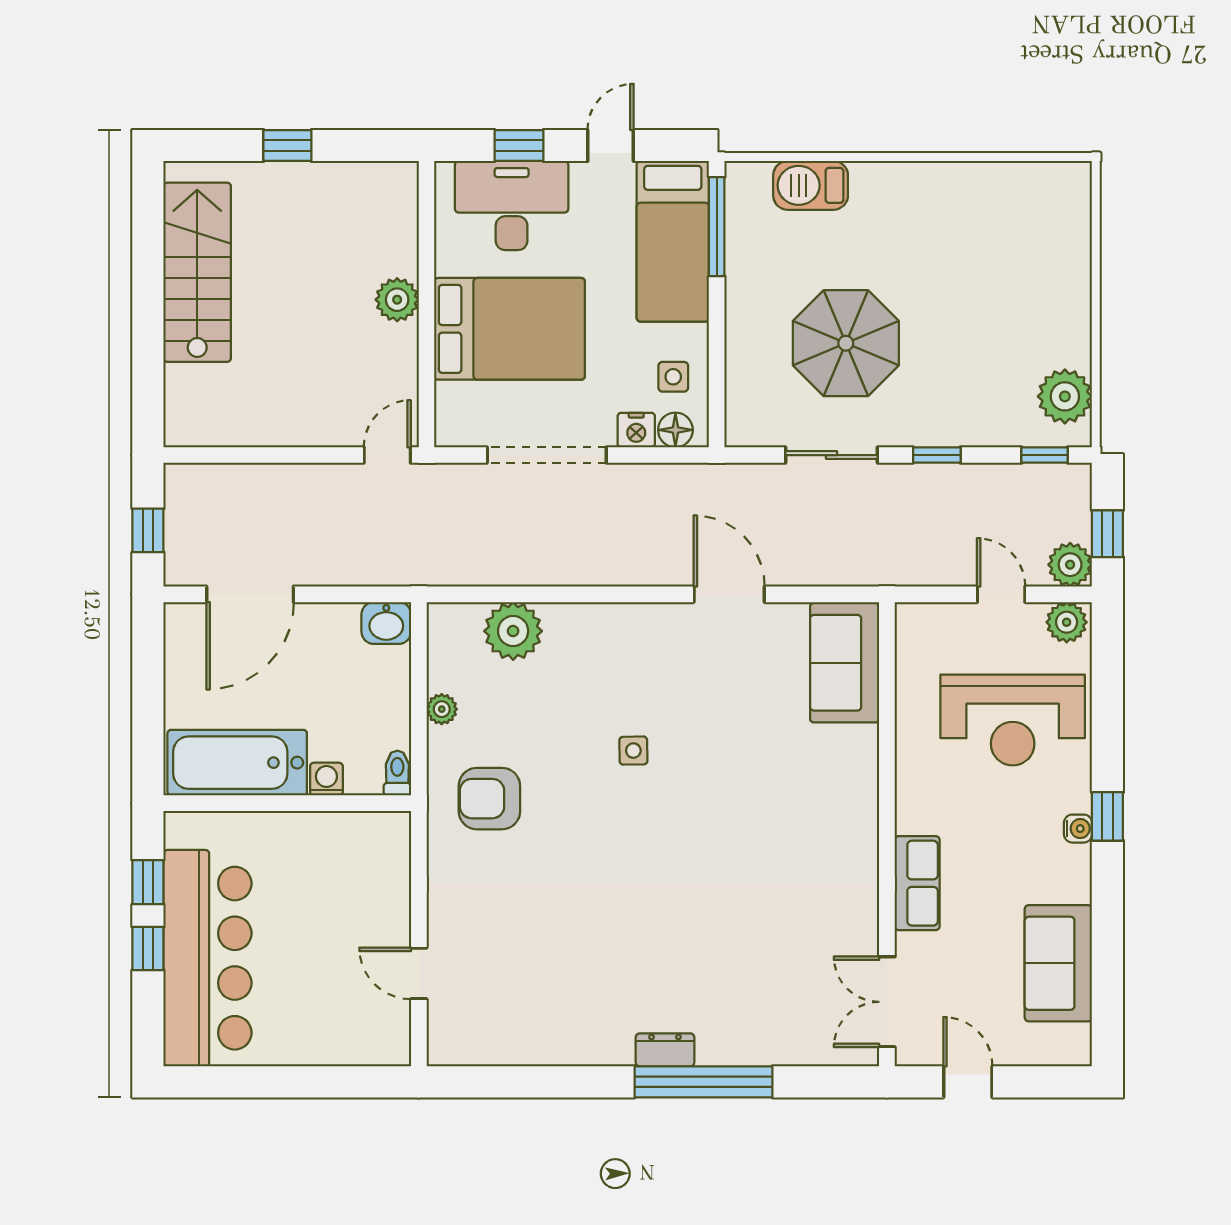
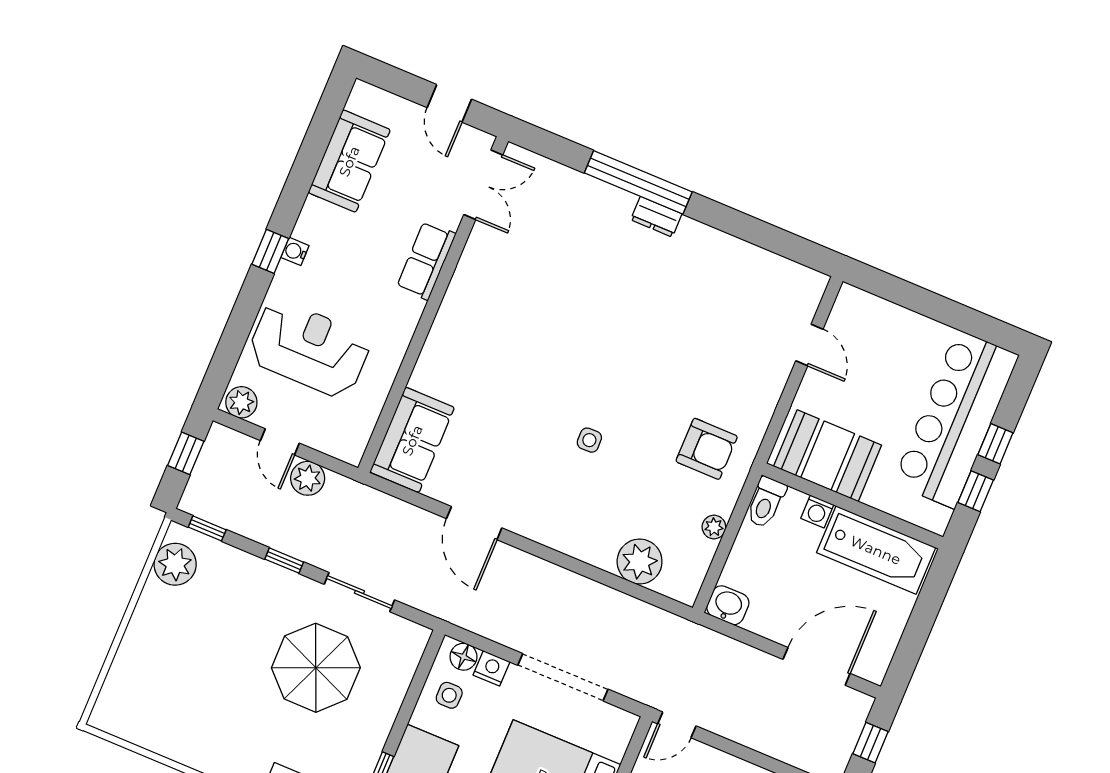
plant: (1070, 565) -> (308, 478), moved
toilet: (397, 773) -> (766, 502), width x1.37, depth x1.39
booth: (342, 851) -> (828, 456), added

